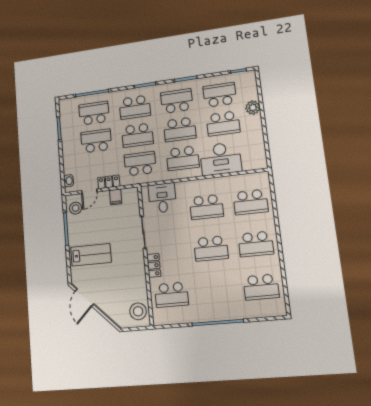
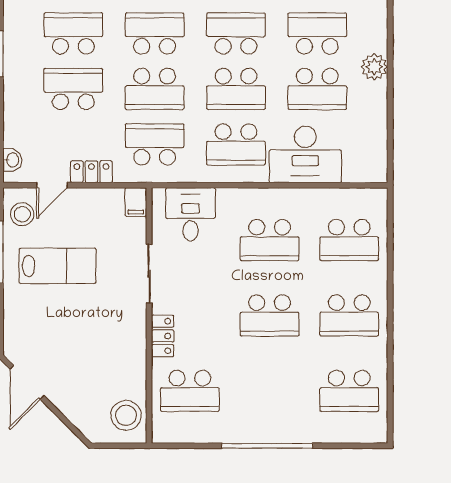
school desk: (135, 107) -> (155, 33), turned 180
filing cabinet: (116, 197) -> (136, 202), moved
lab bench: (91, 255) -> (58, 266), moved

